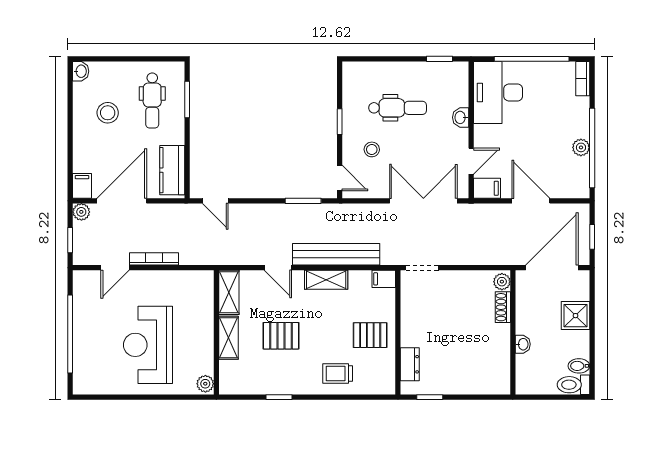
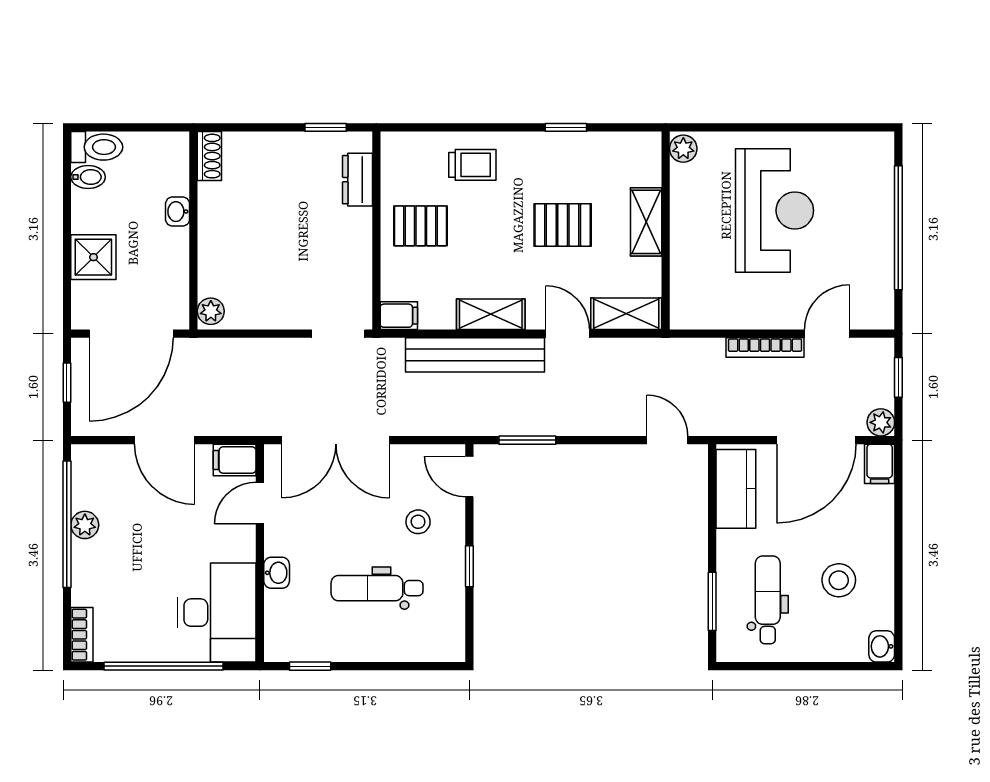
shelving: (229, 292) -> (626, 314), moved, turned 90
shoe rack: (503, 307) -> (209, 156), moved

